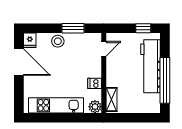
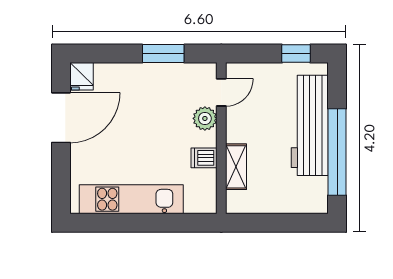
stool: (58, 41) -> (134, 78), removed
door: (19, 62) -> (61, 118), hinge flipped
shelving: (111, 99) -> (236, 167), moved
plant: (95, 107) -> (205, 118), moved

